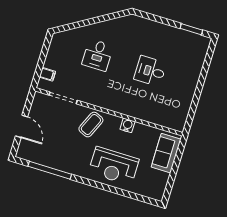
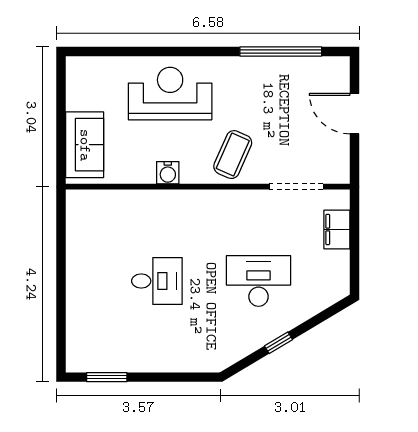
window: (97, 20) -> (279, 343), added
desk: (98, 55) -> (259, 281), width x1.37
filing cabinet: (47, 74) -> (337, 230), width x2.00

